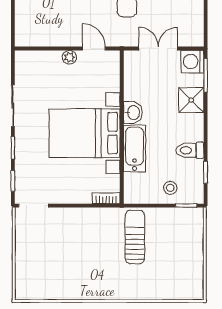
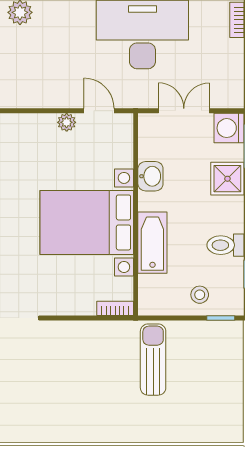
washbasin: (133, 113) -> (150, 176), moved

